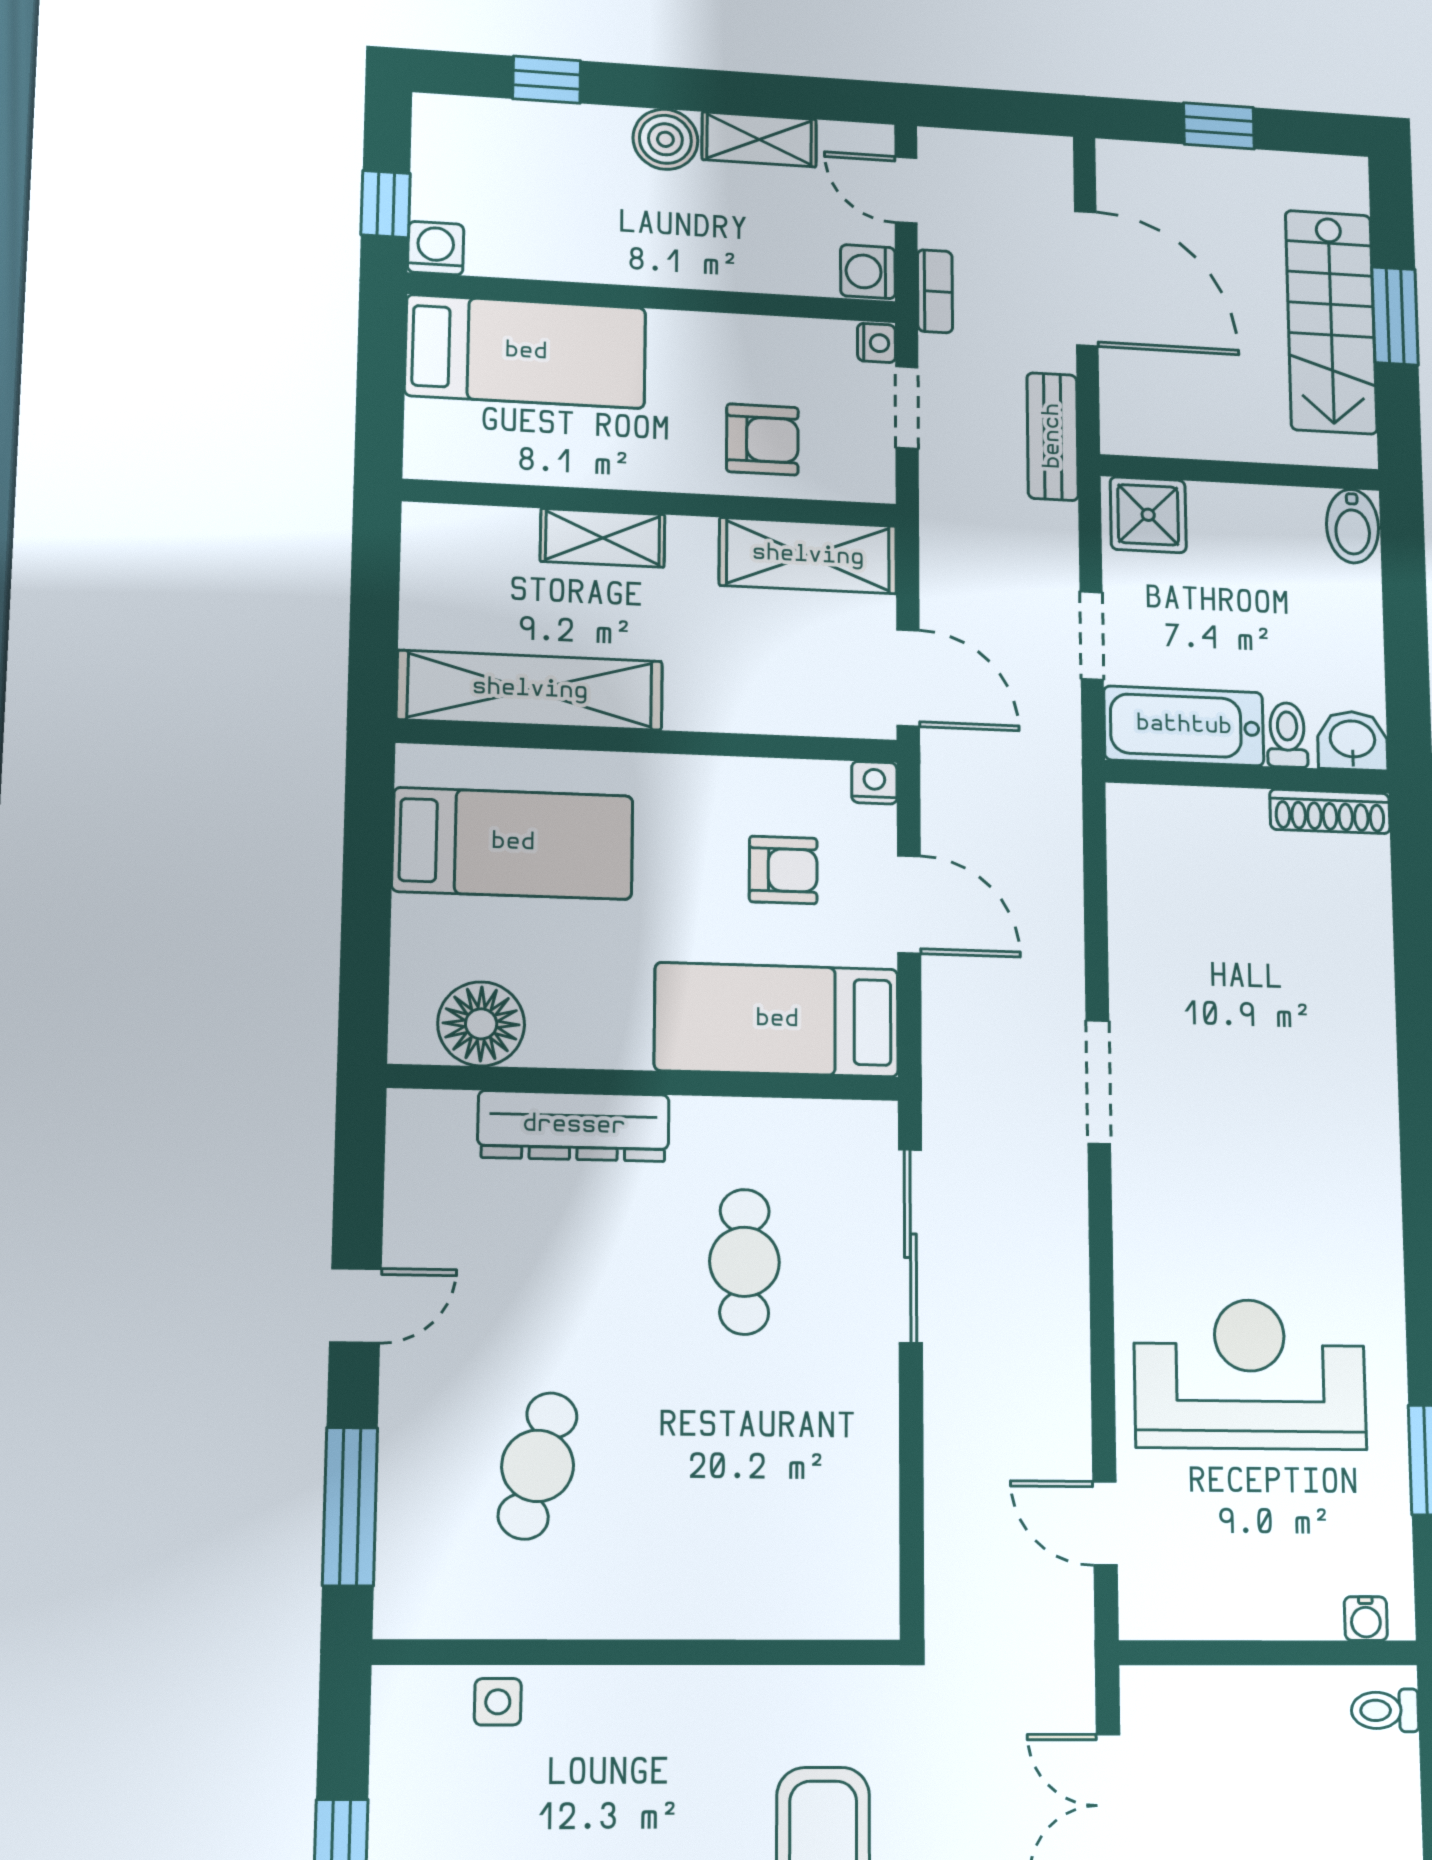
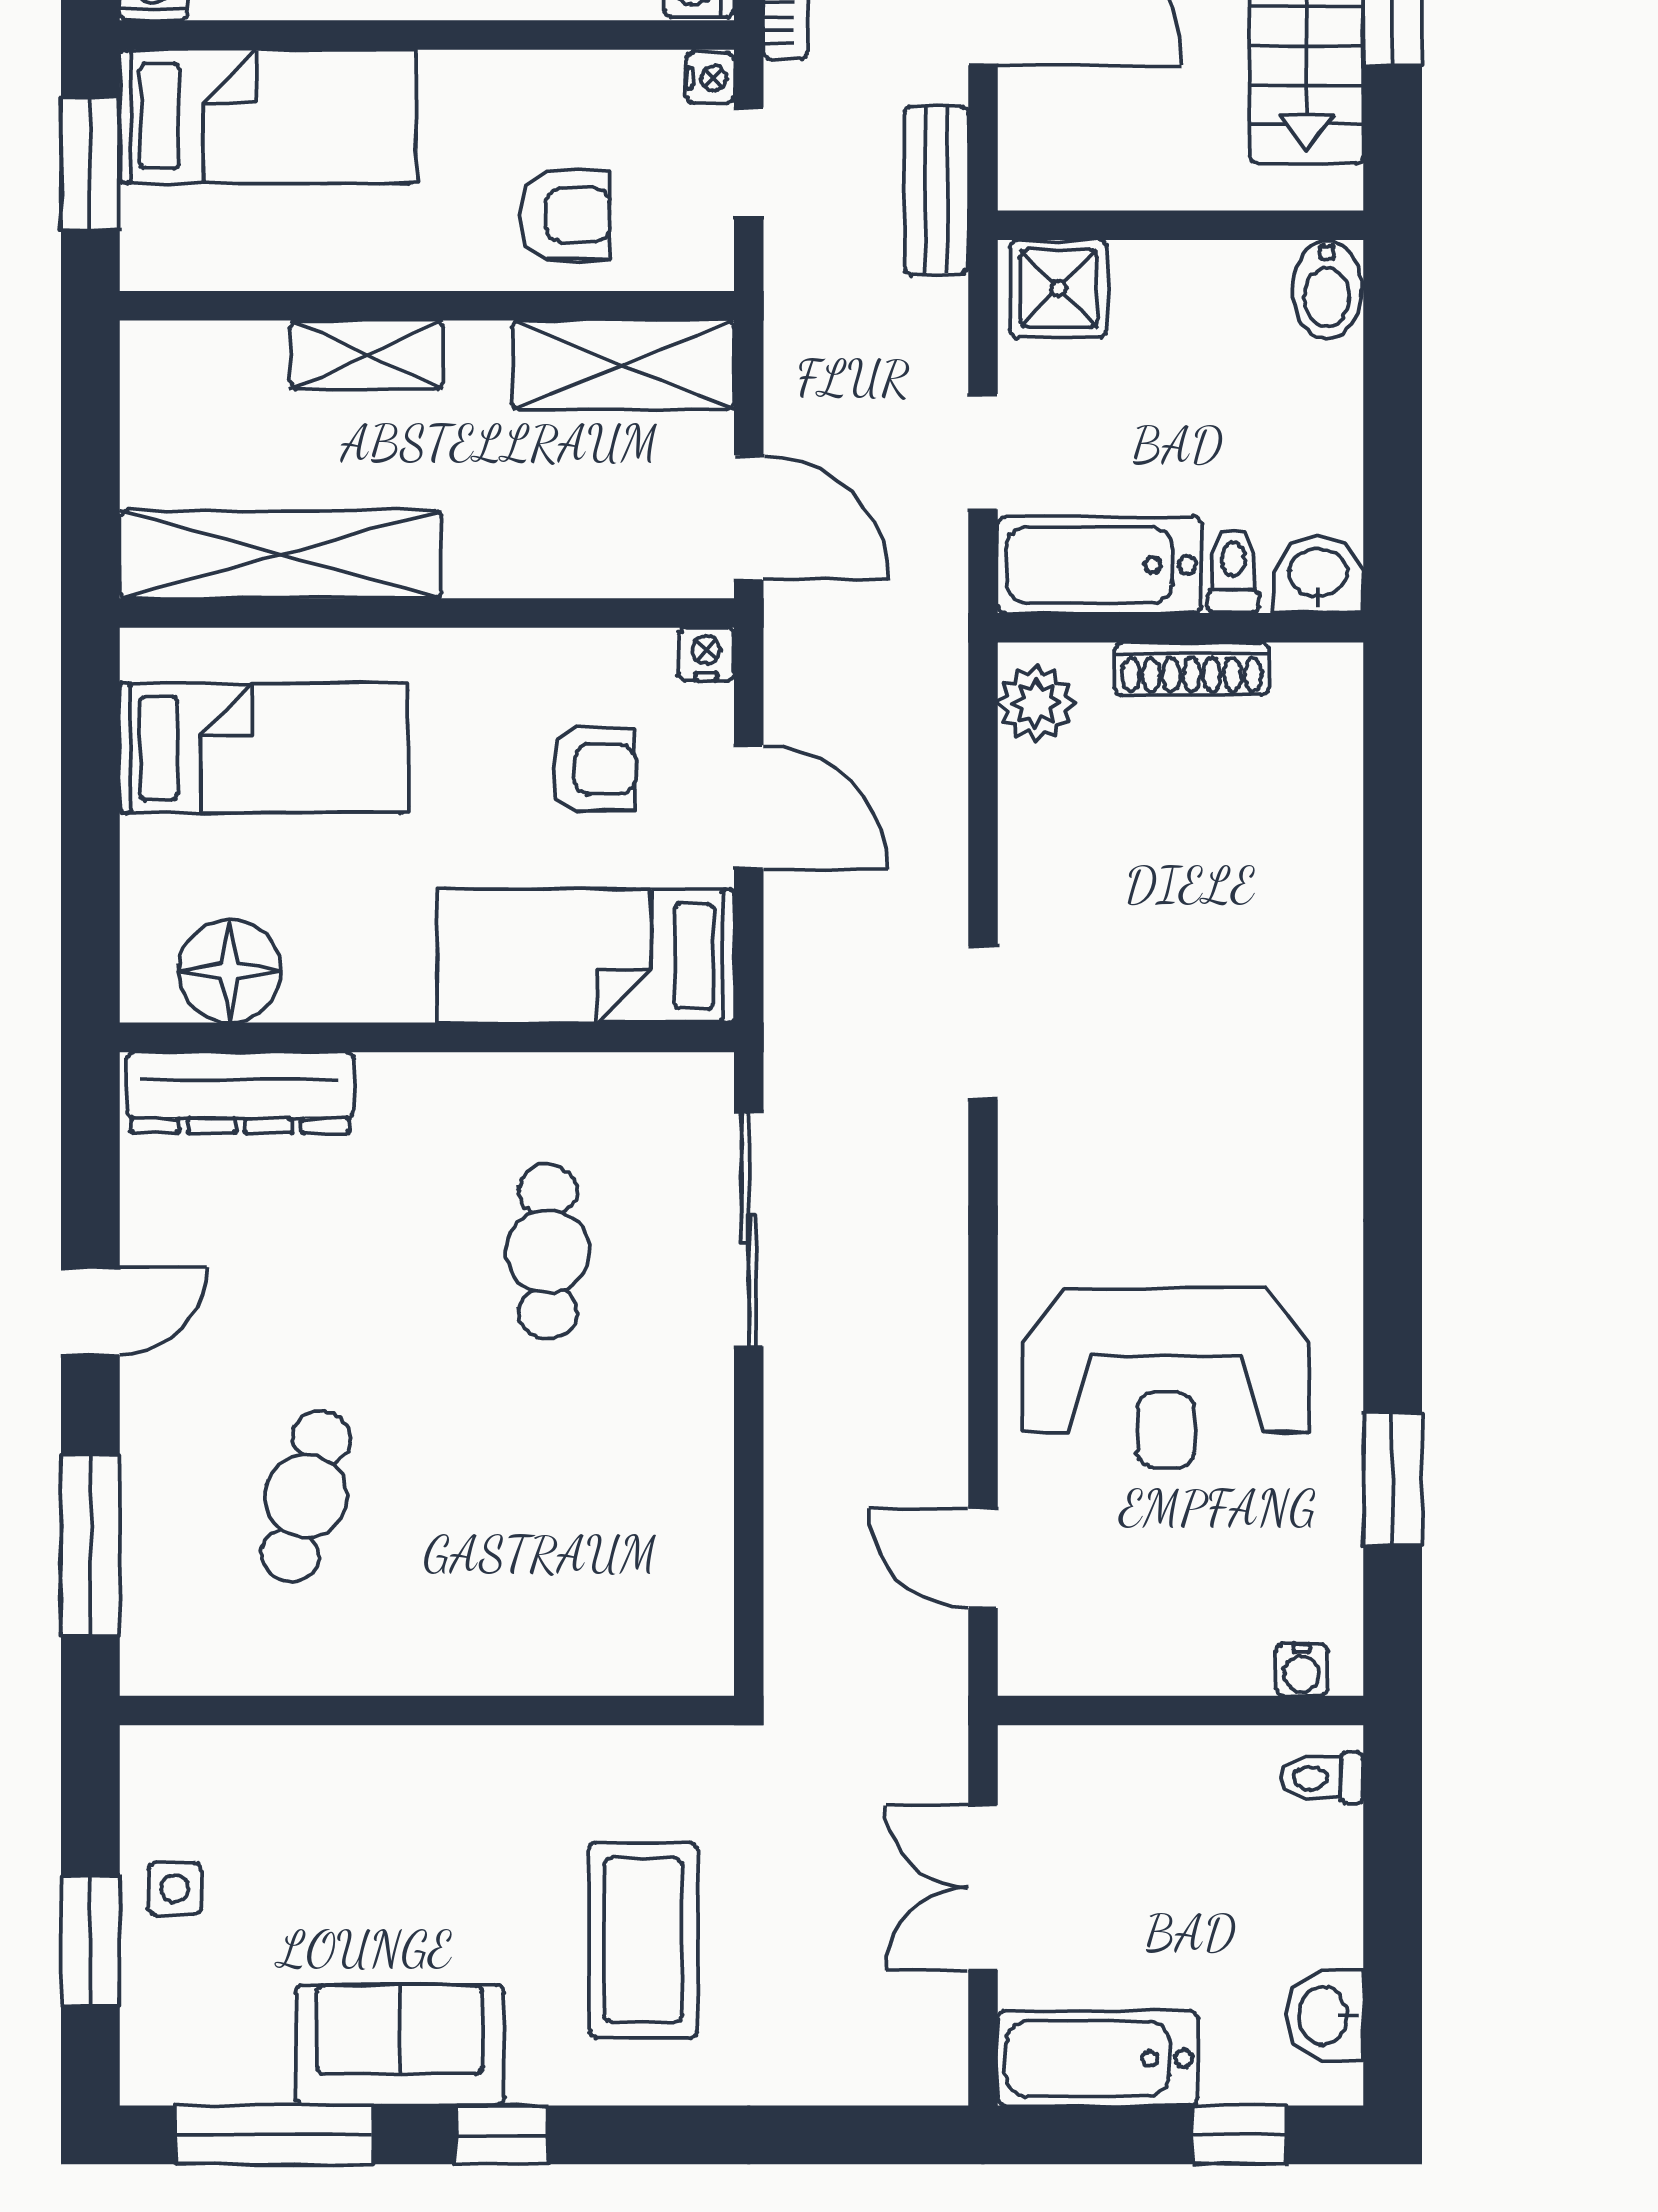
window: (381, 379) -> (90, 163), added
shoe rack: (1330, 811) -> (1192, 669), moved
plant: (1136, 831) -> (1036, 703), added
dresser: (574, 1126) -> (240, 1093), moved
reception desk: (1250, 1374) -> (1166, 1378), turned 180
side table: (498, 1702) -> (175, 1889), moved

